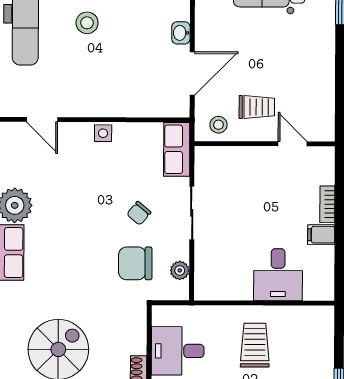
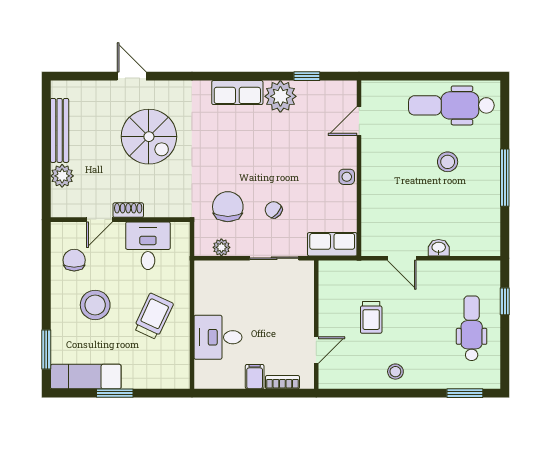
door: (192, 73) -> (402, 258), width x0.73
stool: (218, 125) -> (395, 372), moved
wall: (265, 144) -> (316, 325), moved
door: (293, 144) -> (316, 350), moved
trolley: (255, 345) -> (154, 316), turned -65

